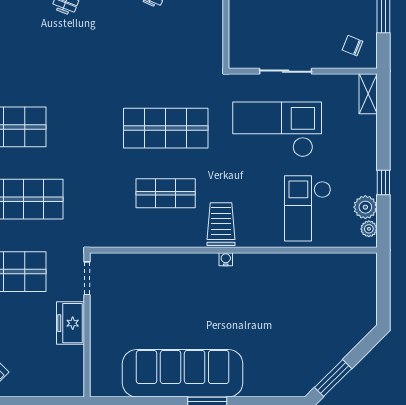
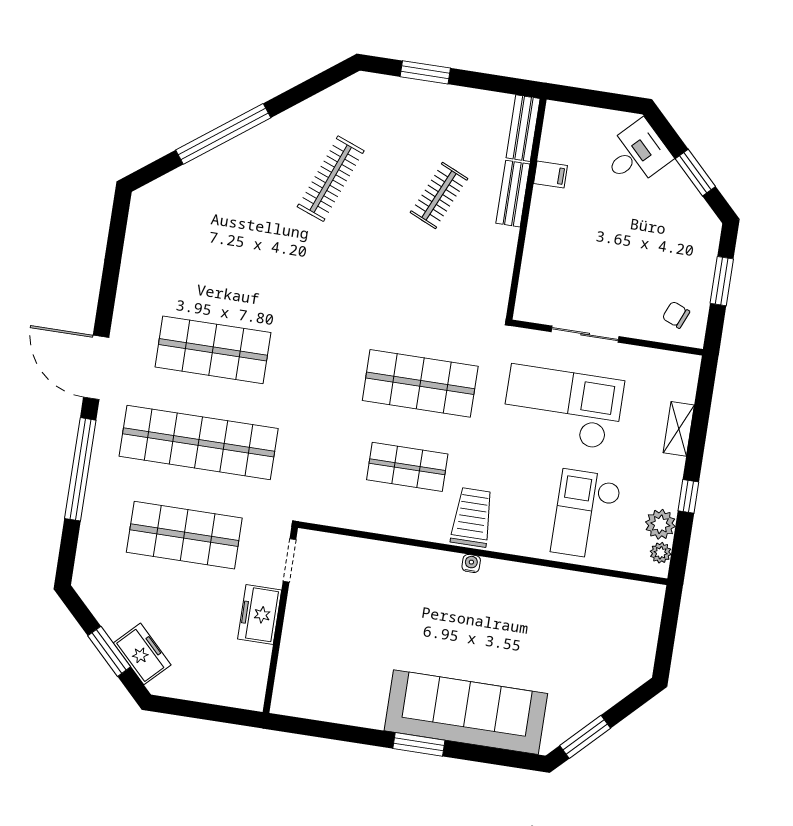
shelving: (368, 94) -> (679, 429), moved
sofa: (183, 373) -> (466, 712), moved

